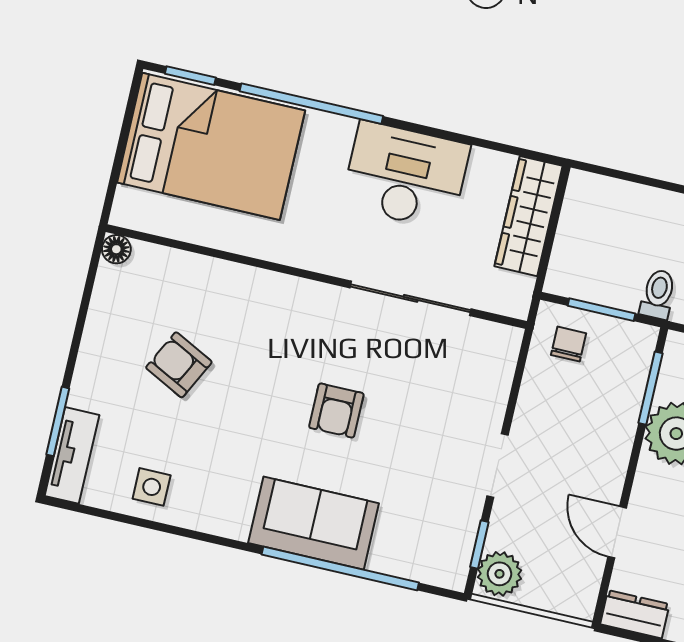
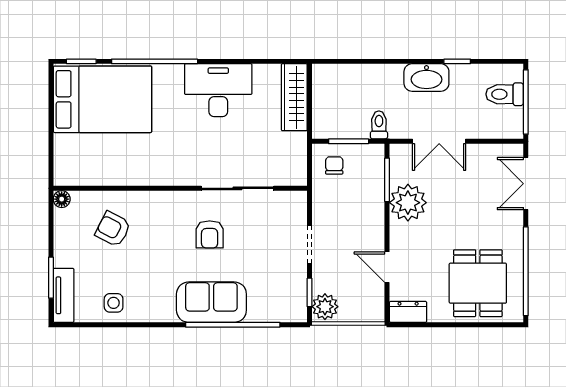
floor lamp: (116, 249) -> (62, 199), moved
wall: (316, 277) -> (180, 188), moved
sliding door: (411, 298) -> (237, 188), moved

